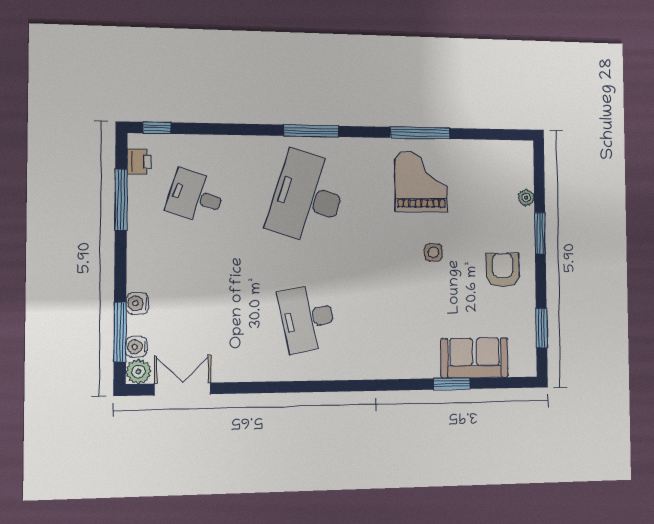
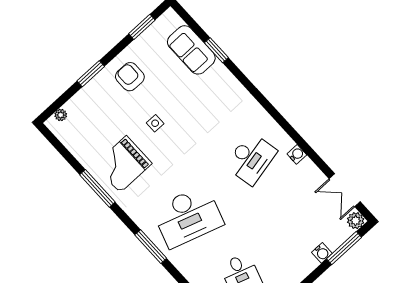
plant: (526, 198) -> (61, 115), moved
armchair: (503, 270) -> (130, 77), turned 90
water cooler: (136, 347) -> (297, 154), moved, turned -90

